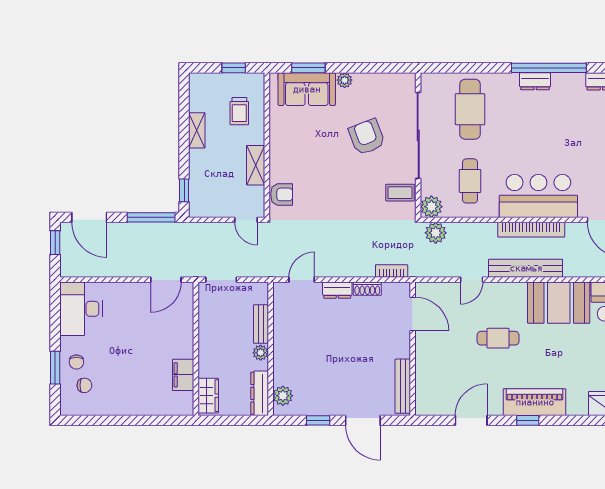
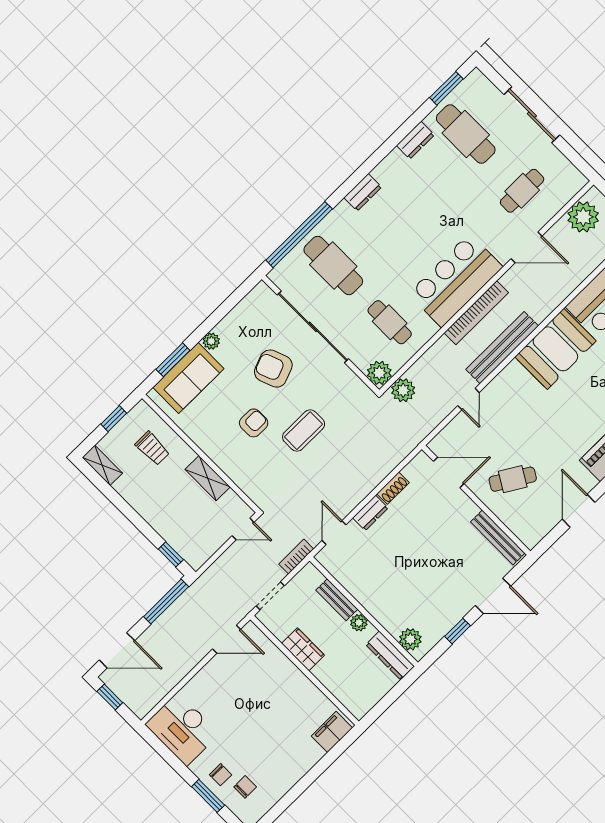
window: (549, 68) -> (299, 235), moved
shelving: (197, 130) -> (102, 465), moved
coffee table: (400, 193) -> (304, 431), moved, width x1.36, depth x1.30
armchair: (282, 194) -> (254, 423), moved
bookcase: (392, 271) -> (296, 557), moved
door: (166, 280) -> (227, 639), hinge flipped
cafe table: (498, 338) -> (513, 479), moved, turned 31
filing cabinet: (183, 375) -> (332, 732), moved, turned 90
wardrobe: (208, 396) -> (303, 649), moved

